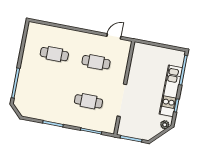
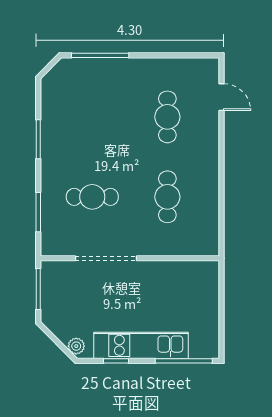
door: (114, 36) -> (221, 97), moved
cafe table: (88, 101) -> (92, 197), turned 90

